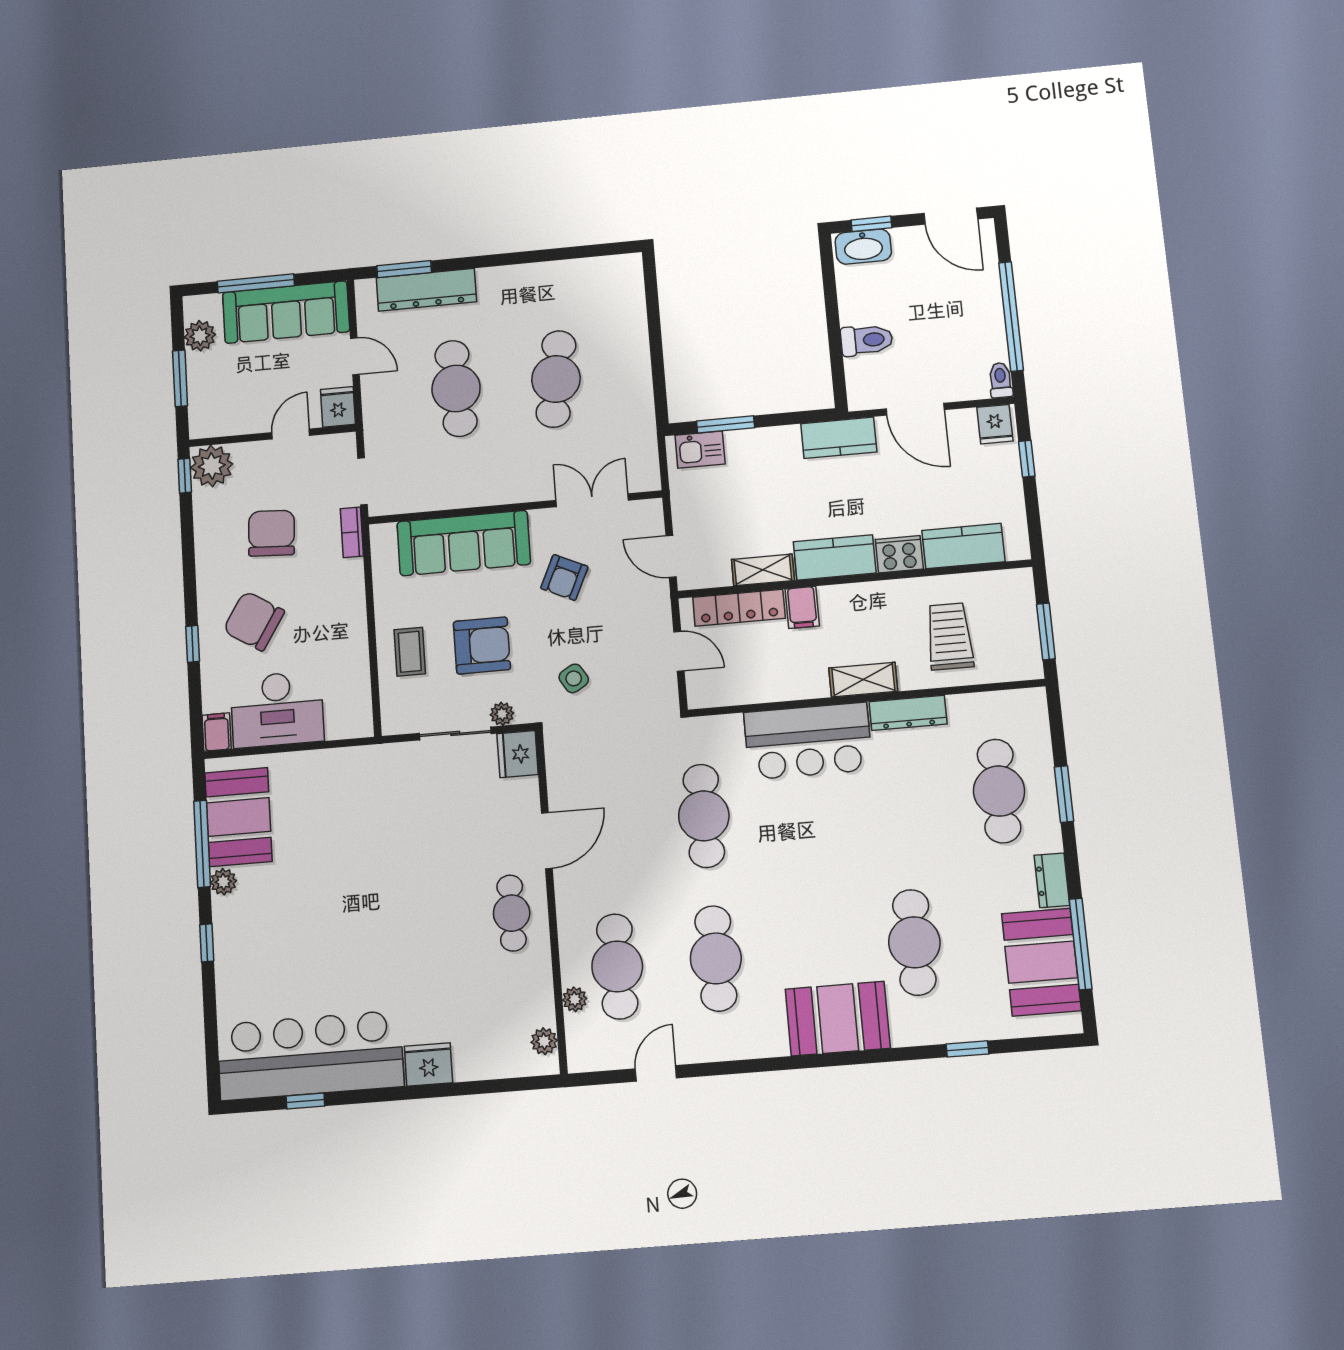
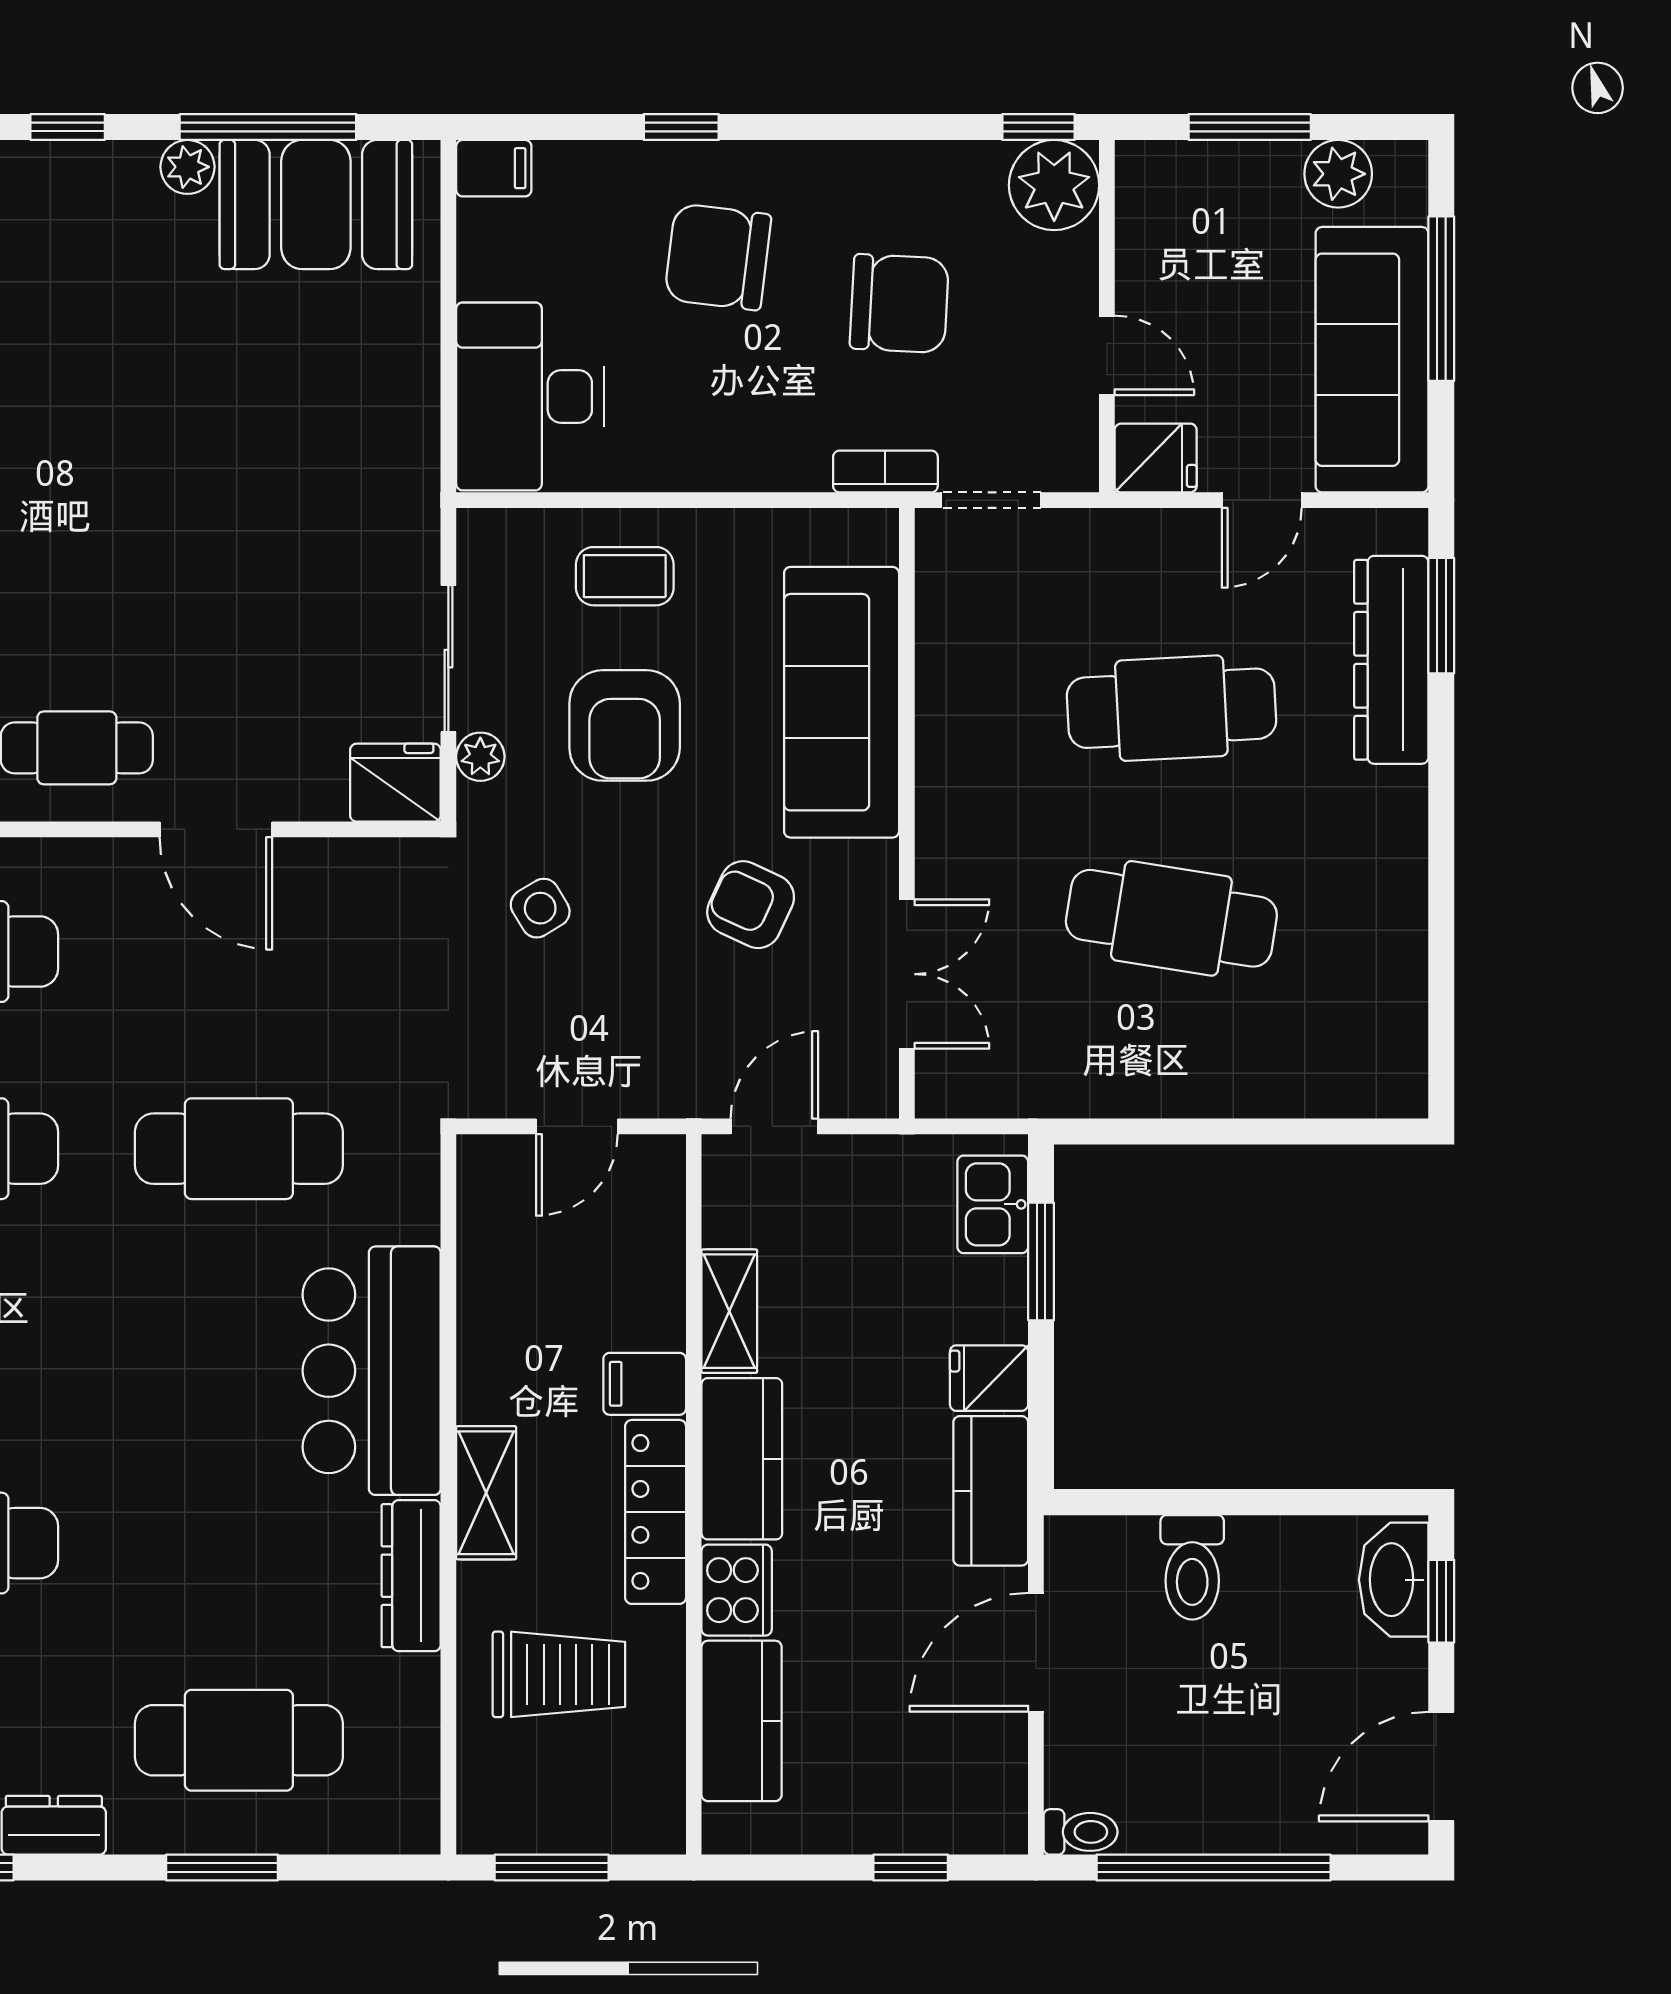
fridge: (995, 424) -> (989, 1378), moved
locker: (739, 608) -> (656, 1512), moved
chair: (254, 621) -> (718, 257), turned -115
desk: (277, 709) -> (530, 396), moved

